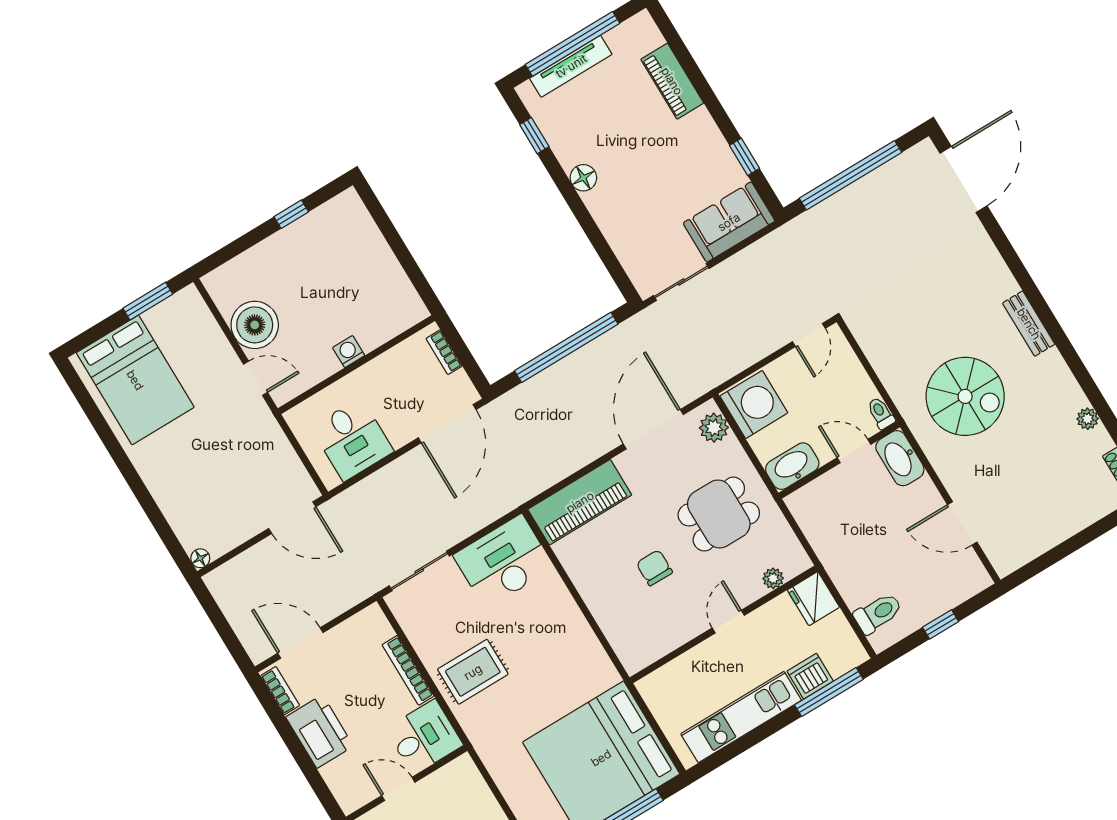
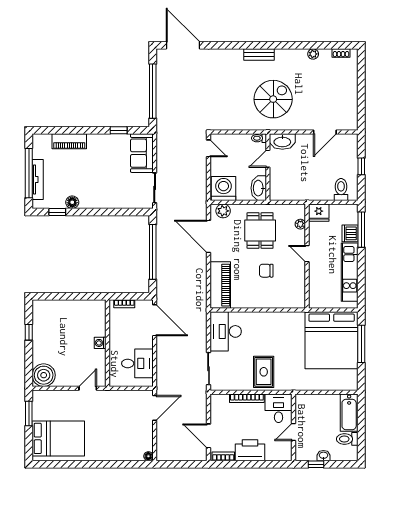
floor lamp: (583, 178) -> (72, 202), moved
boiler: (255, 325) -> (44, 375), moved
door: (300, 643) -> (209, 436), hinge flipped

